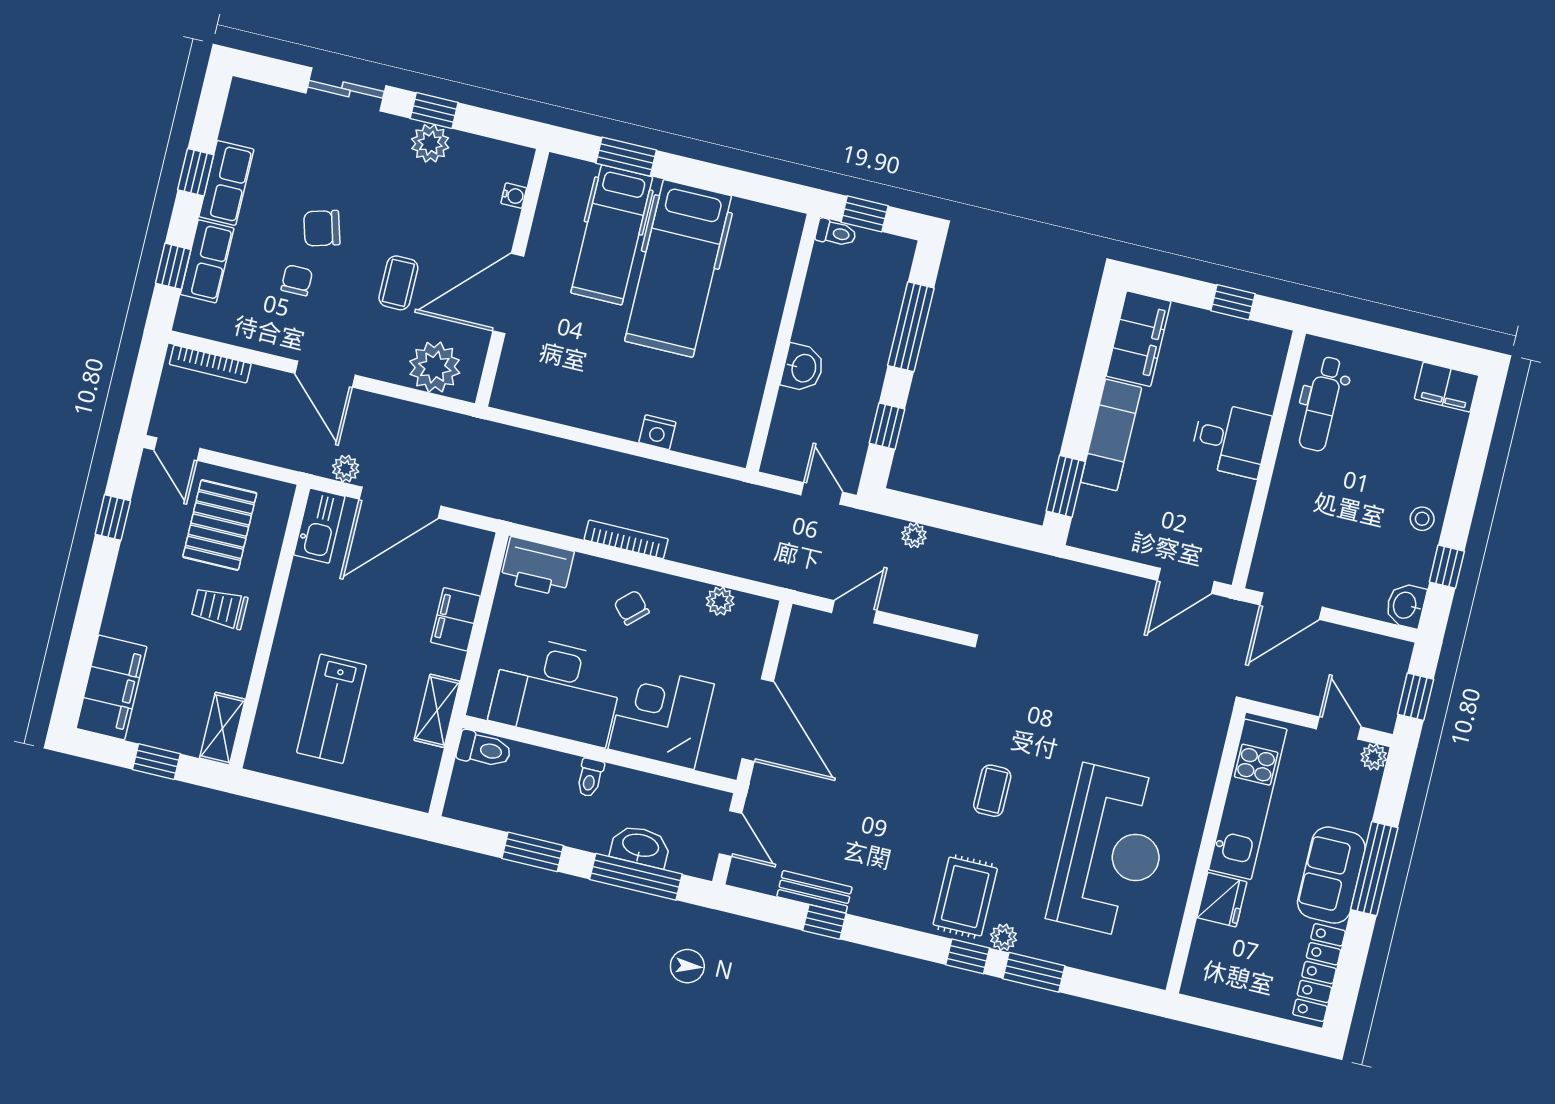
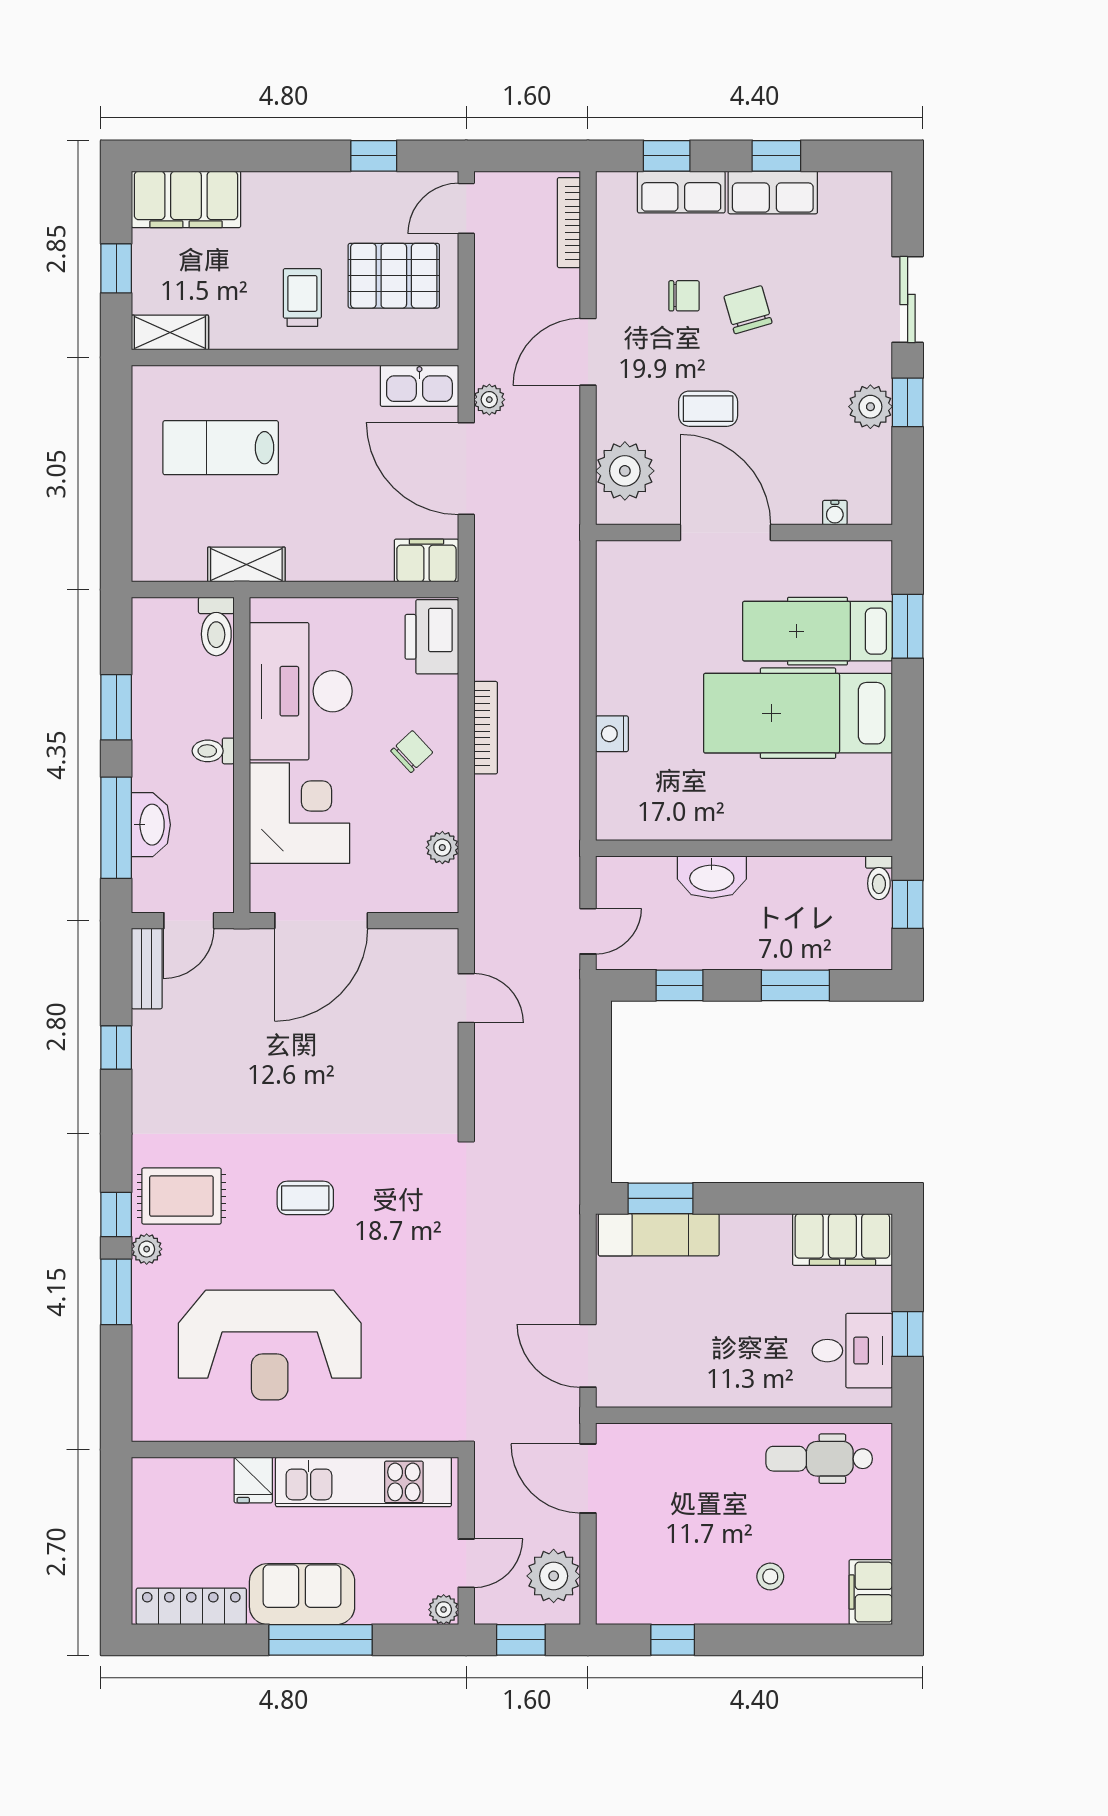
window: (911, 327) -> (795, 985), width x0.69
washbasin: (803, 368) -> (712, 877), width x1.38
exam couch: (1111, 435) -> (659, 1235), moved
desk: (1230, 440) -> (852, 1351), moved, turned -90
stool: (1422, 519) -> (770, 1577), moved
plant: (914, 535) -> (554, 1576), moved, width x1.88, depth x1.88
washbasin: (1406, 605) -> (619, 1605), removed
filing cabinet: (455, 619) -> (426, 561), moved
bench: (814, 892) -> (147, 969), moved
fridge: (1222, 900) -> (253, 1480), width x0.72

